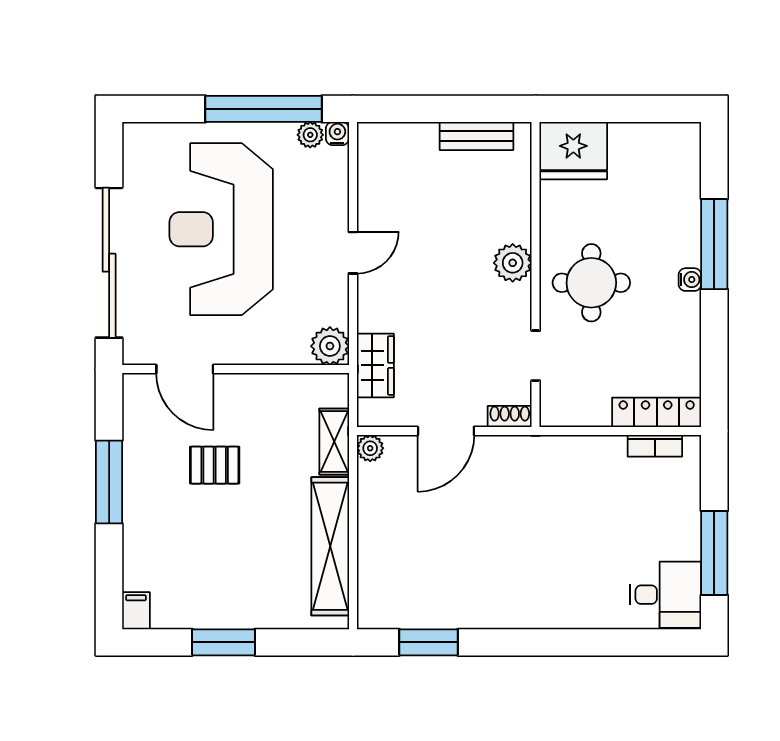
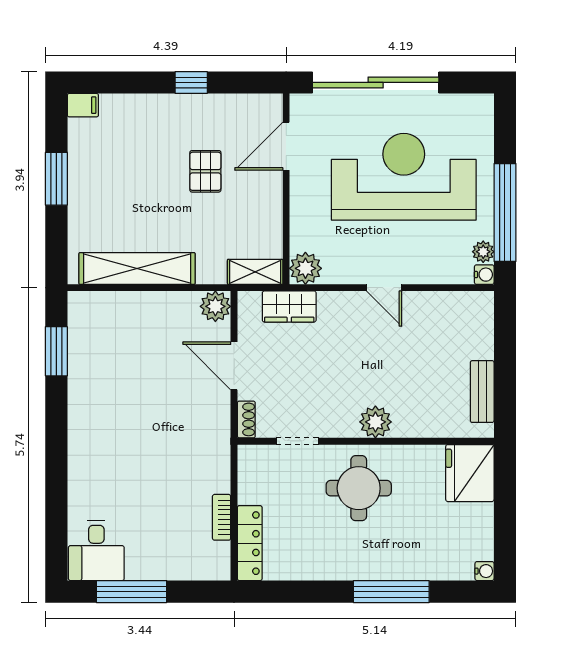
water cooler: (690, 280) -> (485, 571), moved, turned -90
shelving: (334, 442) -> (255, 272), moved
bookcase: (655, 446) -> (222, 517), moved
plant: (370, 448) -> (215, 306), width x1.38, depth x1.38
window: (109, 482) -> (191, 82), width x0.46

